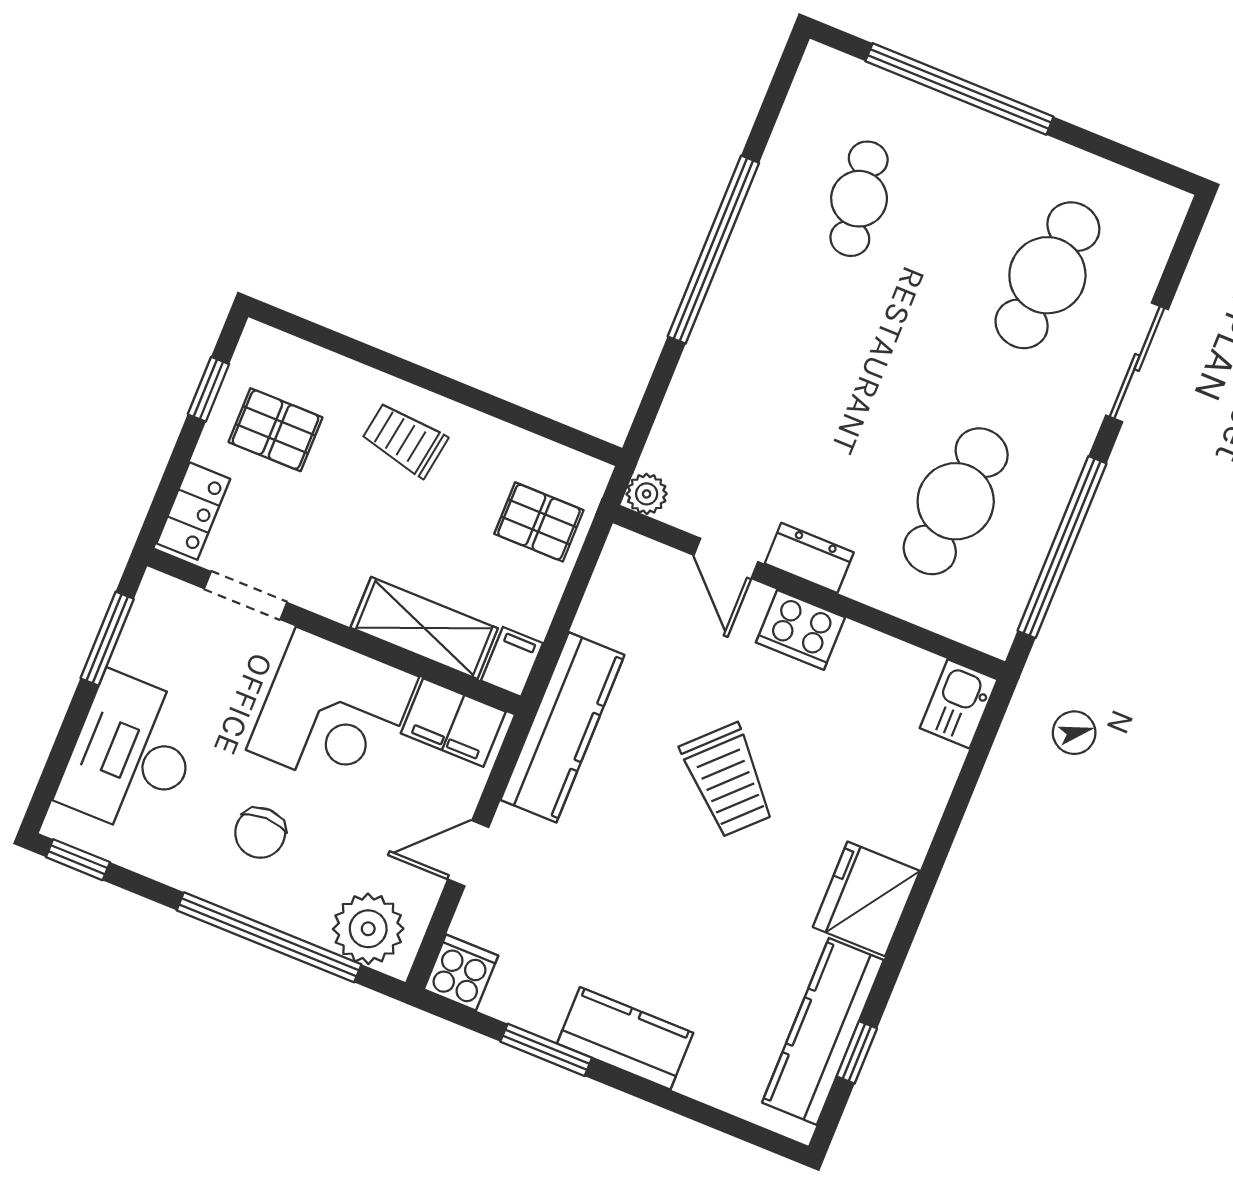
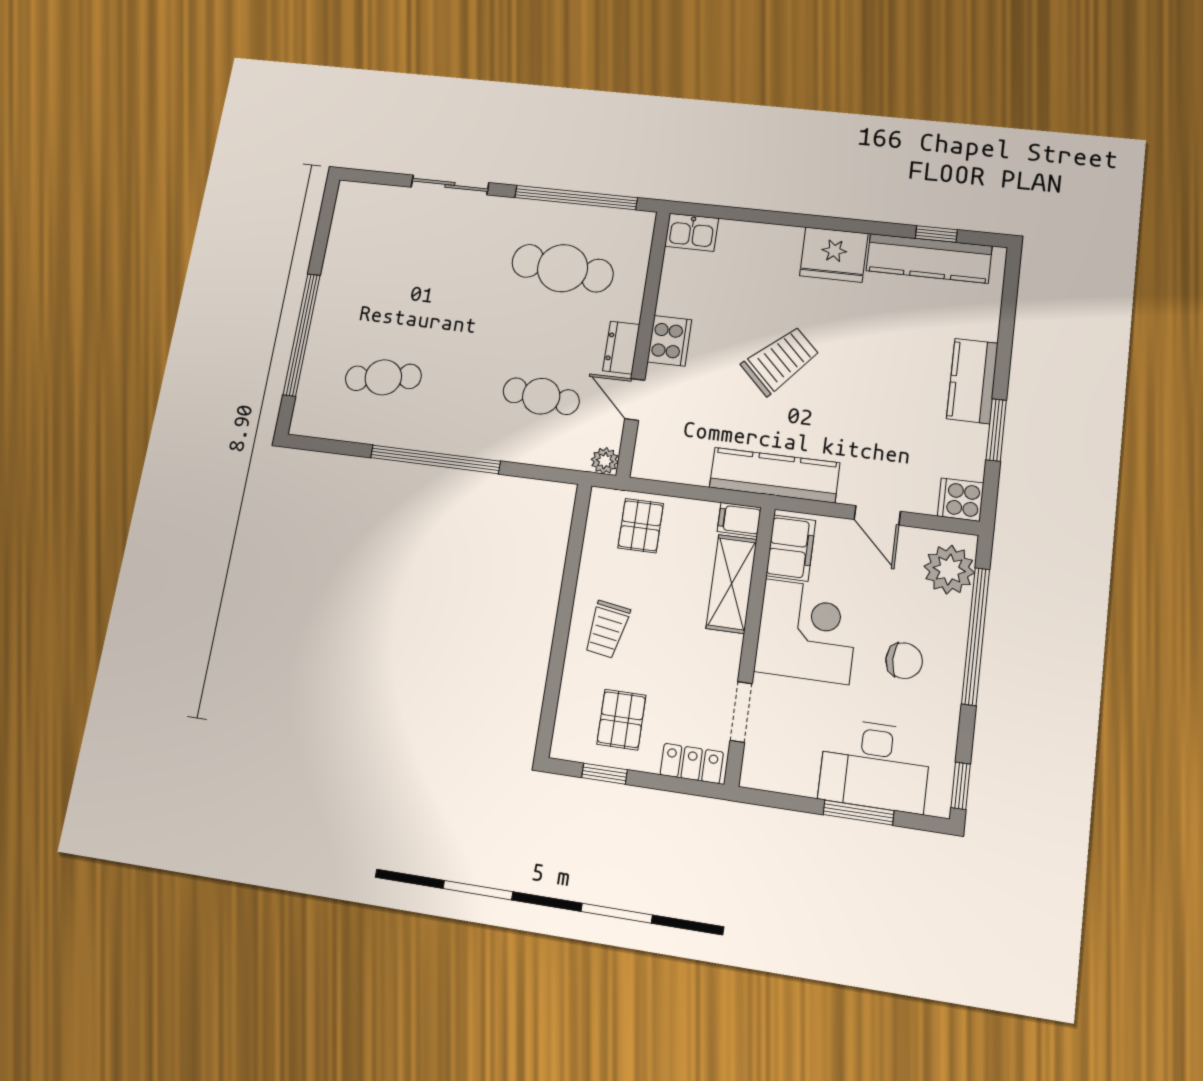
cafe table: (1047, 275) -> (541, 396), moved, width x0.73, depth x0.74
door: (726, 558) -> (635, 399), swing flipped
window: (107, 639) -> (858, 813), moved

